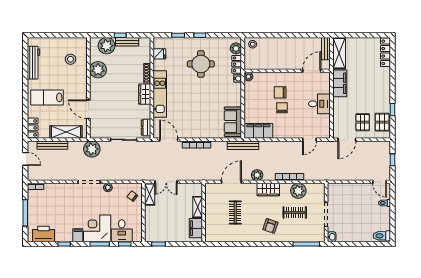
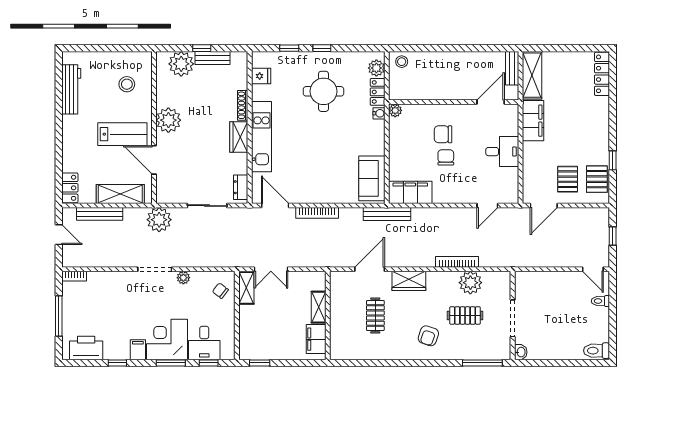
plant: (98, 70) -> (168, 120), moved
lab bench: (47, 97) -> (122, 134), moved, turned 180
plant: (257, 175) -> (408, 259), removed
wardrobe: (268, 190) -> (409, 281), moved

